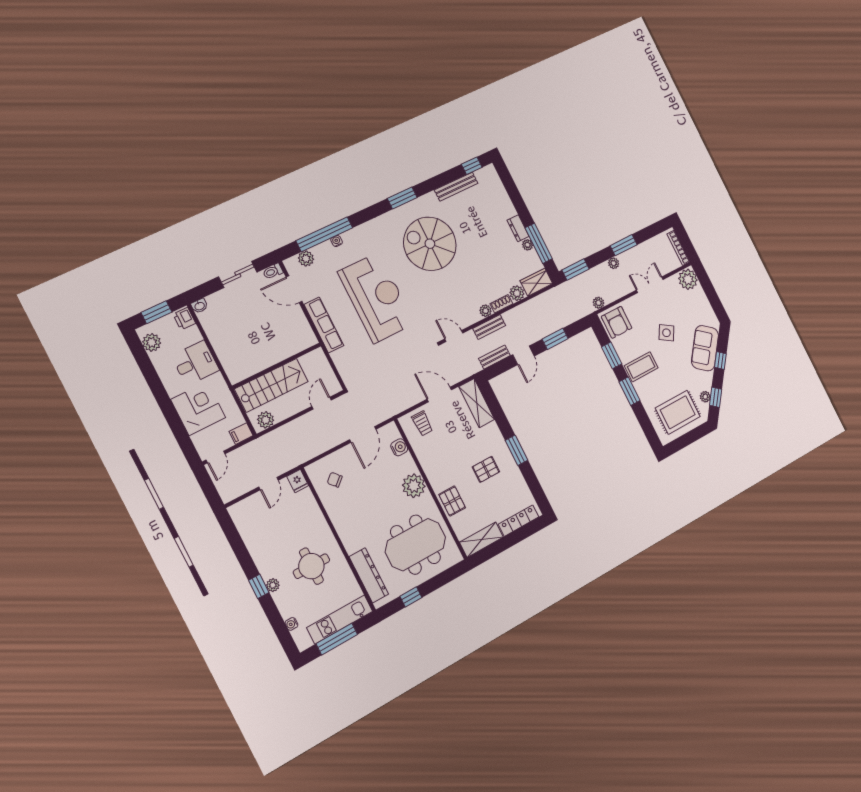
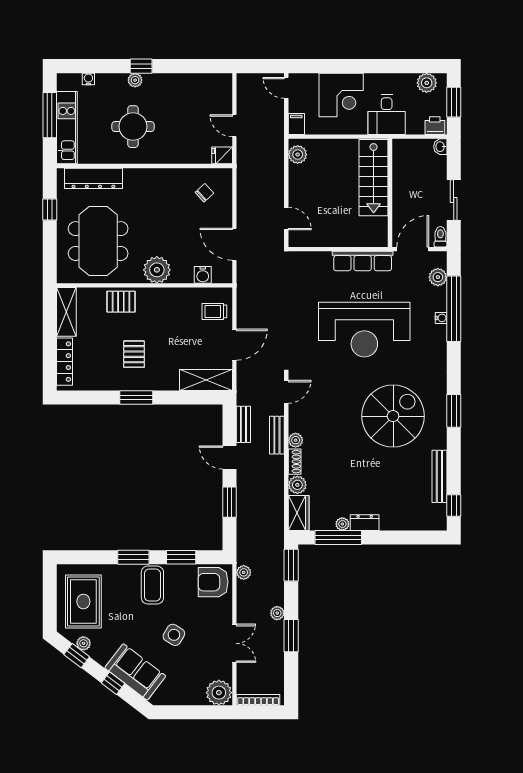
wall: (277, 366) -> (390, 193), moved
stairs: (271, 385) -> (374, 178), moved

